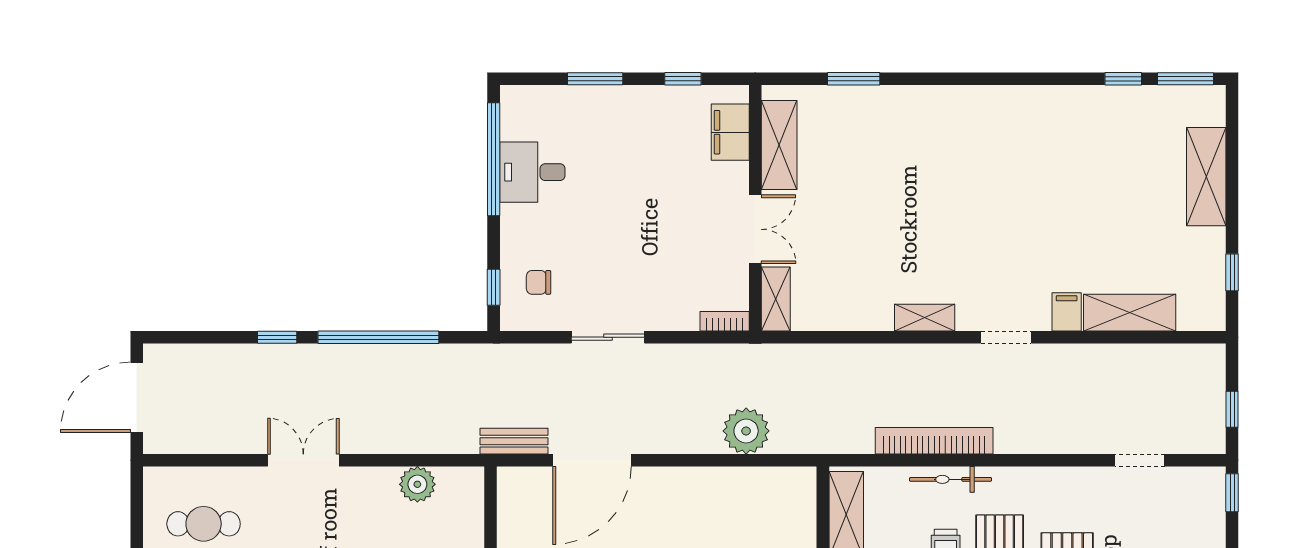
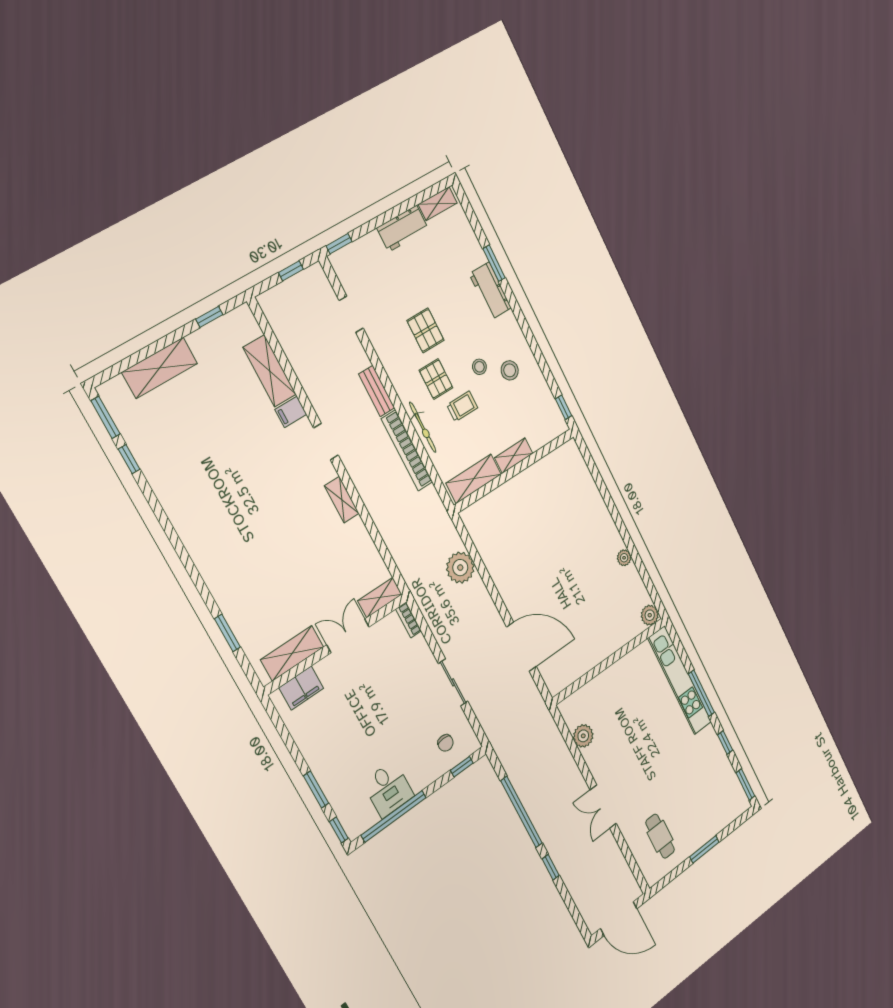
window: (683, 79) -> (339, 830), moved
bench: (514, 441) -> (377, 391), moved

